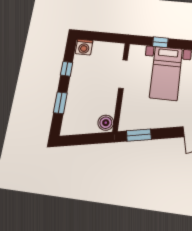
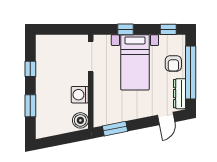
washing machine: (84, 47) -> (80, 95), moved, turned 90
doorway: (123, 74) -> (91, 56), moved

